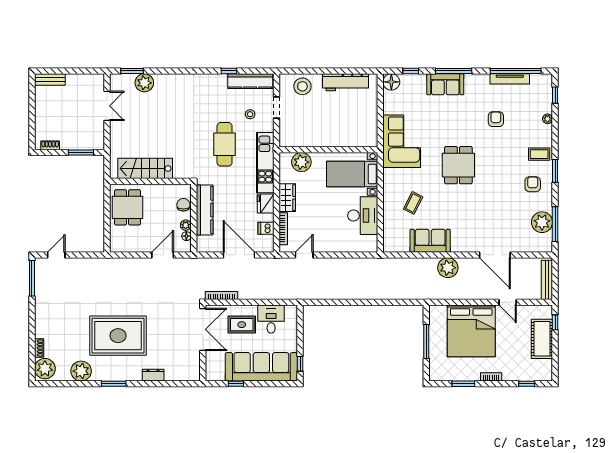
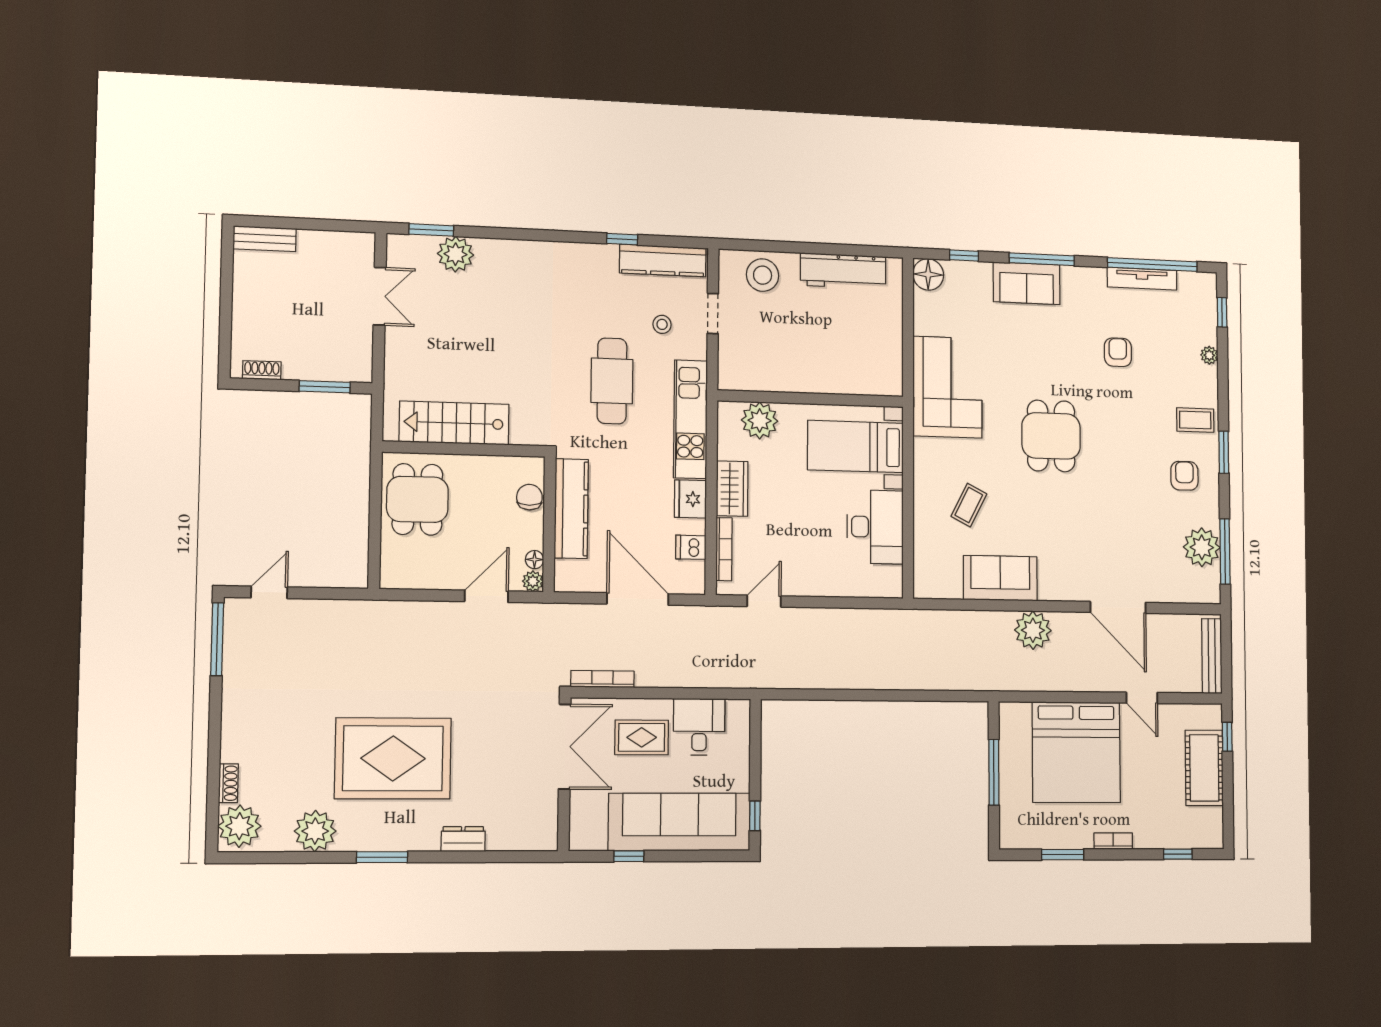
plant: (186, 225) -> (533, 581), moved

